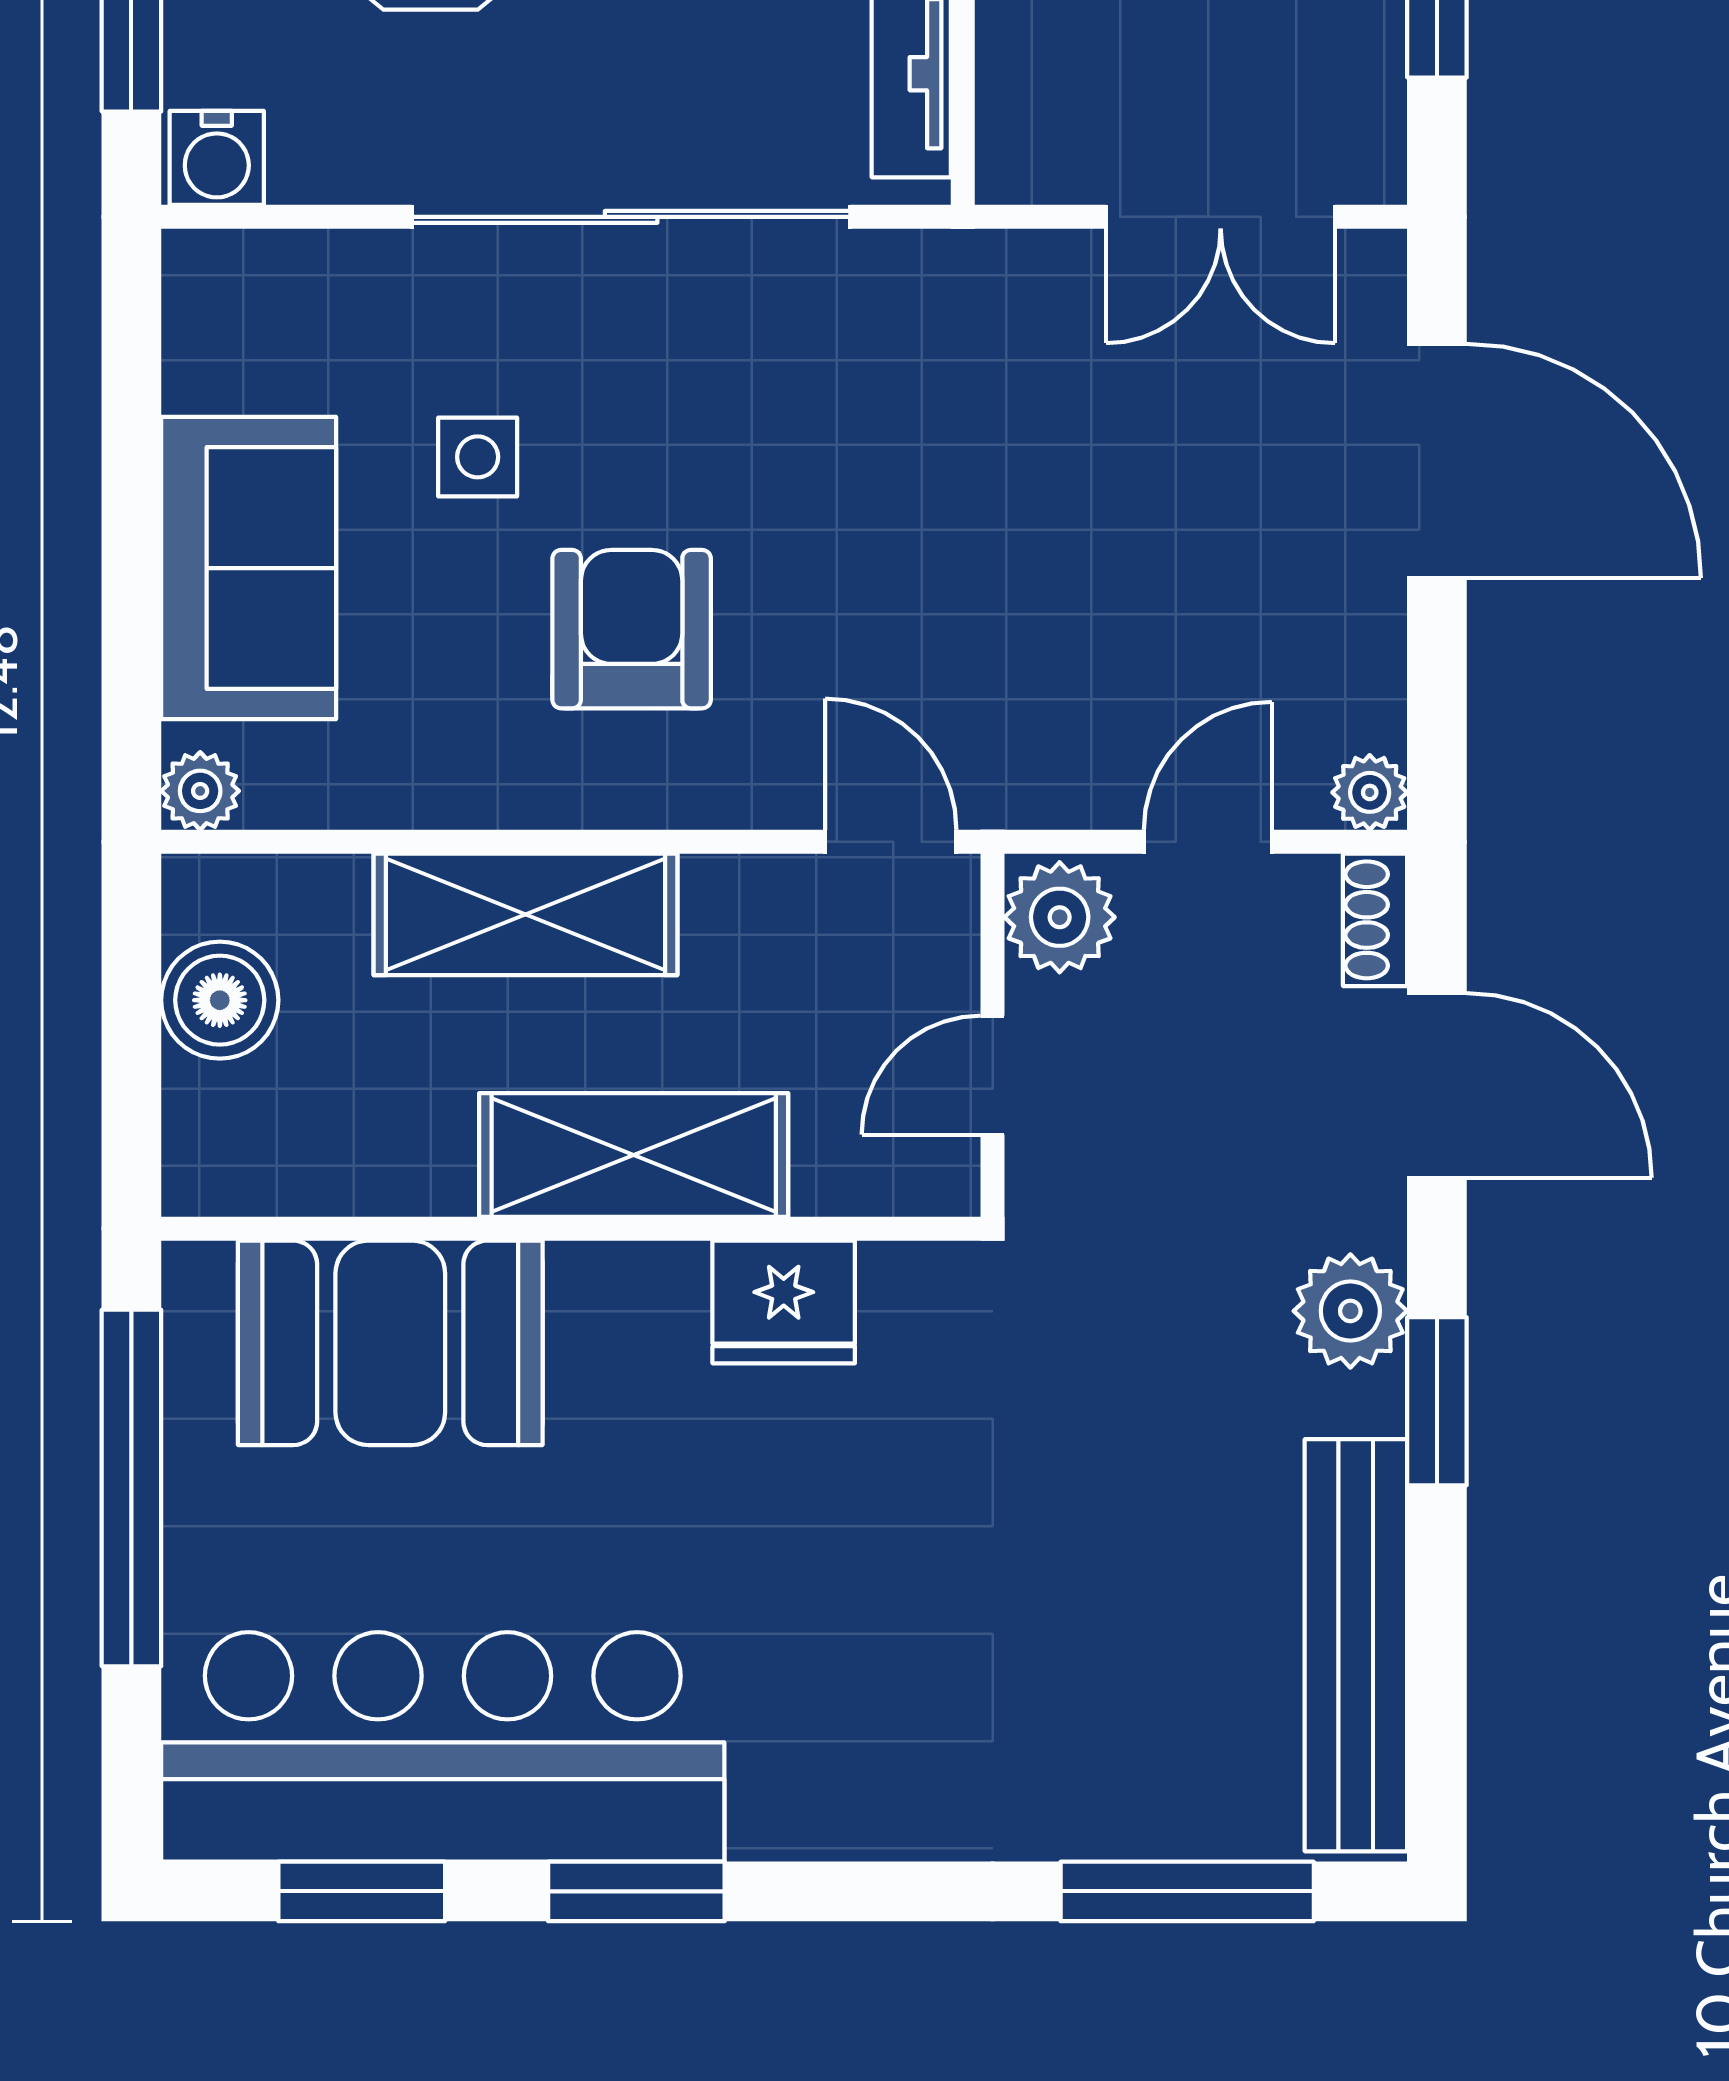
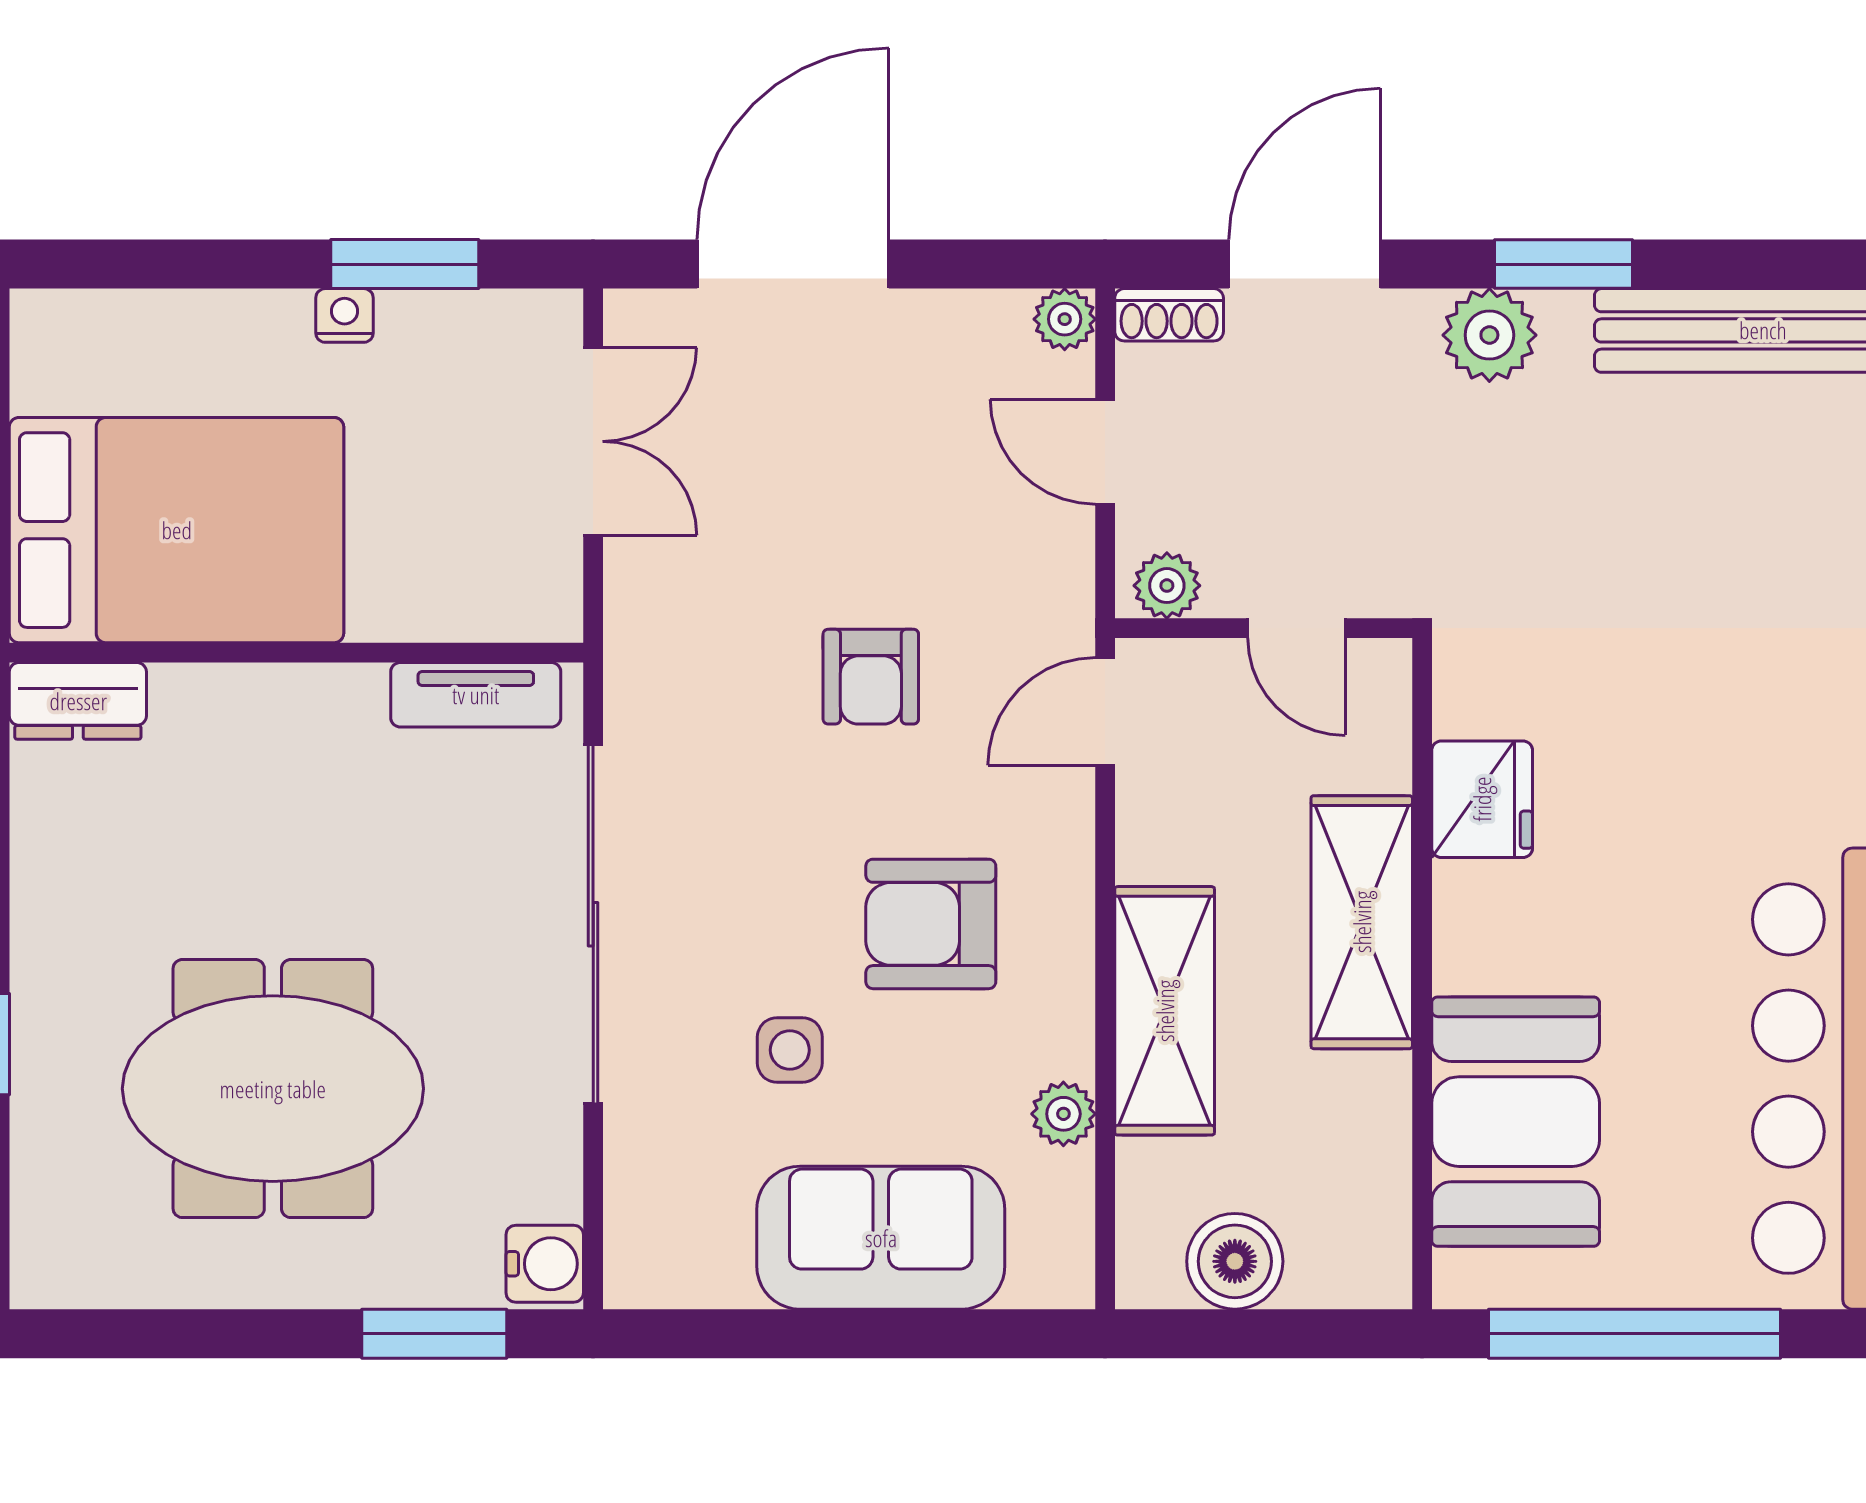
armchair: (933, 556) -> (871, 677), added
plant: (200, 791) -> (1063, 1114), moved
plant: (1060, 917) -> (1167, 586), width x0.73, depth x0.73

